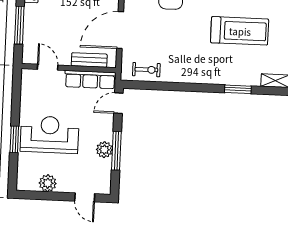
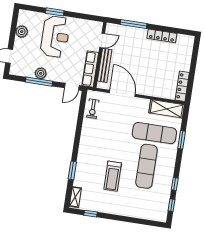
treadmill: (240, 31) -> (113, 176), width x0.73, depth x0.73
bench: (89, 60) -> (105, 65), width x1.36
door: (118, 103) -> (72, 87), swing flipped

